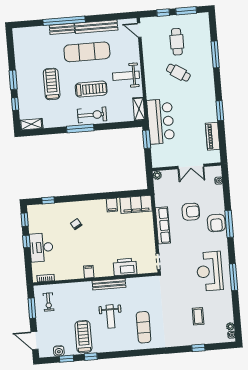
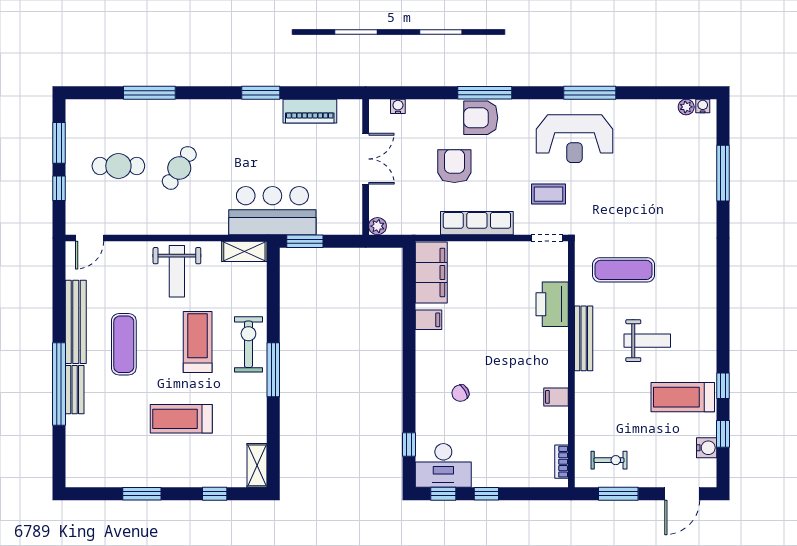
exercise mat: (87, 52) -> (124, 344), width x0.73, depth x0.69
window: (13, 80) -> (142, 494), moved
armchair: (216, 223) -> (481, 118), turned 180
desk: (41, 247) -> (443, 465), moved
filing cabinet: (89, 272) -> (556, 397), moved
coffee table: (198, 316) -> (549, 194), moved
exercise mat: (144, 327) -> (624, 270), moved
window: (198, 348) -> (723, 173), width x2.17

